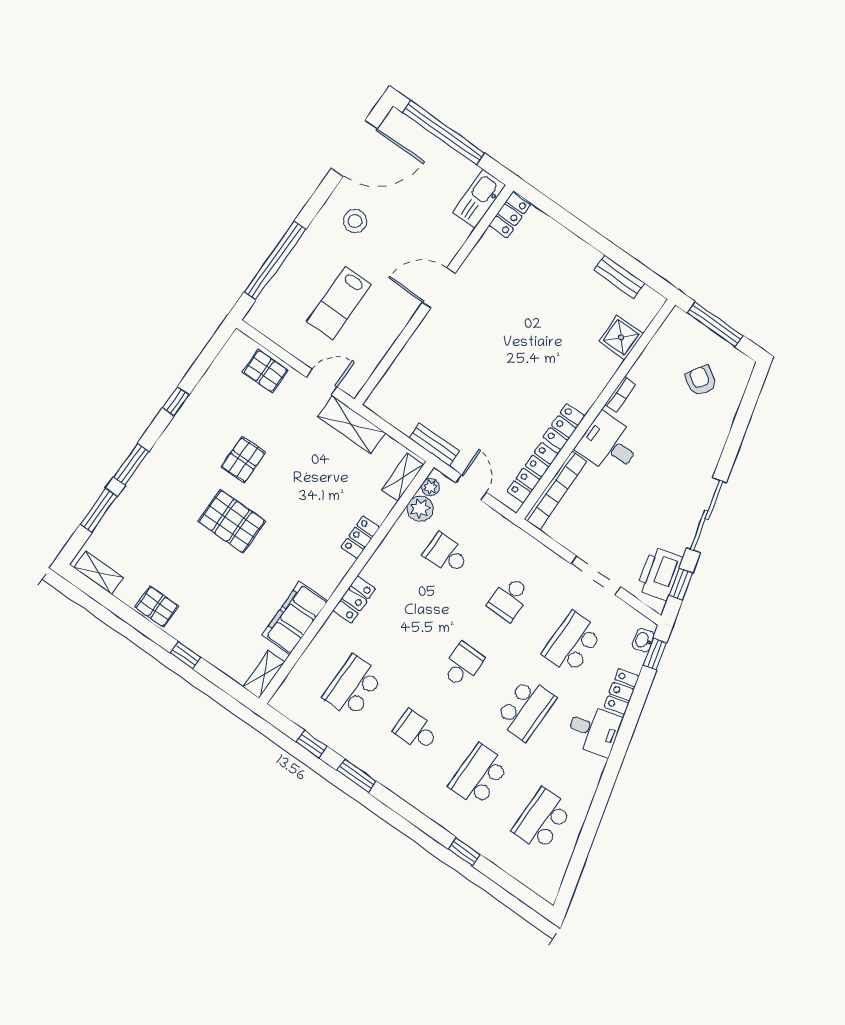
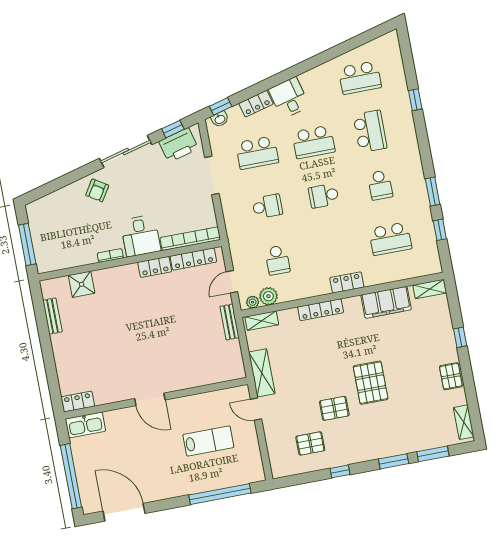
stool: (355, 221) -> (160, 475), removed
pallet: (265, 371) -> (310, 443), moved, turned 90
armchair: (701, 381) -> (97, 190), moved
locker: (360, 537) -> (321, 310), width x1.53
school desk: (526, 709) -> (314, 142), turned 180
school desk: (479, 775) -> (370, 131), turned -90

